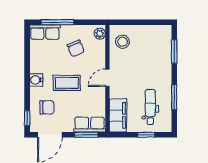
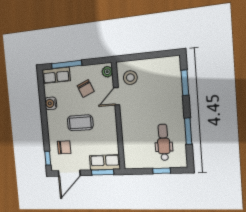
door: (107, 78) -> (117, 96), moved
water cooler: (36, 80) -> (51, 103), moved
filing cabinet: (118, 115) -> (132, 152), removed

